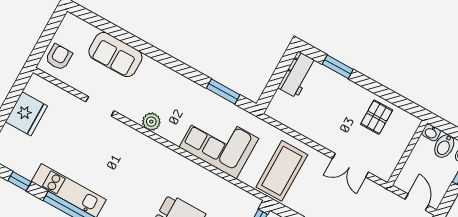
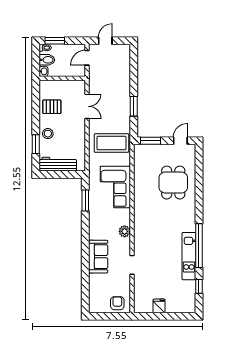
sofa: (115, 54) -> (98, 257), moved
armchair: (59, 57) -> (117, 303), turned 90
workbench: (297, 75) -> (58, 164), width x1.37
stool: (343, 91) -> (48, 134), added
fridge: (27, 114) -> (159, 306), width x0.53, depth x0.75

